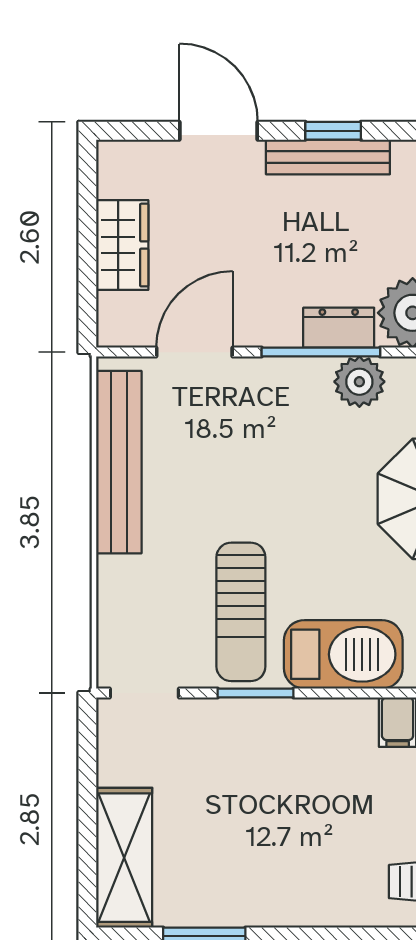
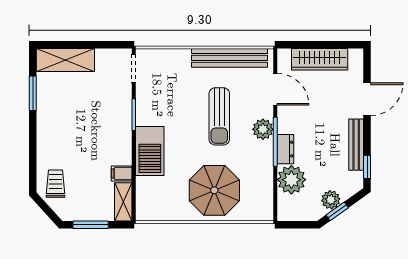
window: (333, 131) -> (367, 167), moved
wardrobe: (122, 245) -> (320, 59), width x1.50
plant: (359, 382) -> (263, 129), moved
sun lounger: (241, 612) -> (219, 116), moved, turned -90

